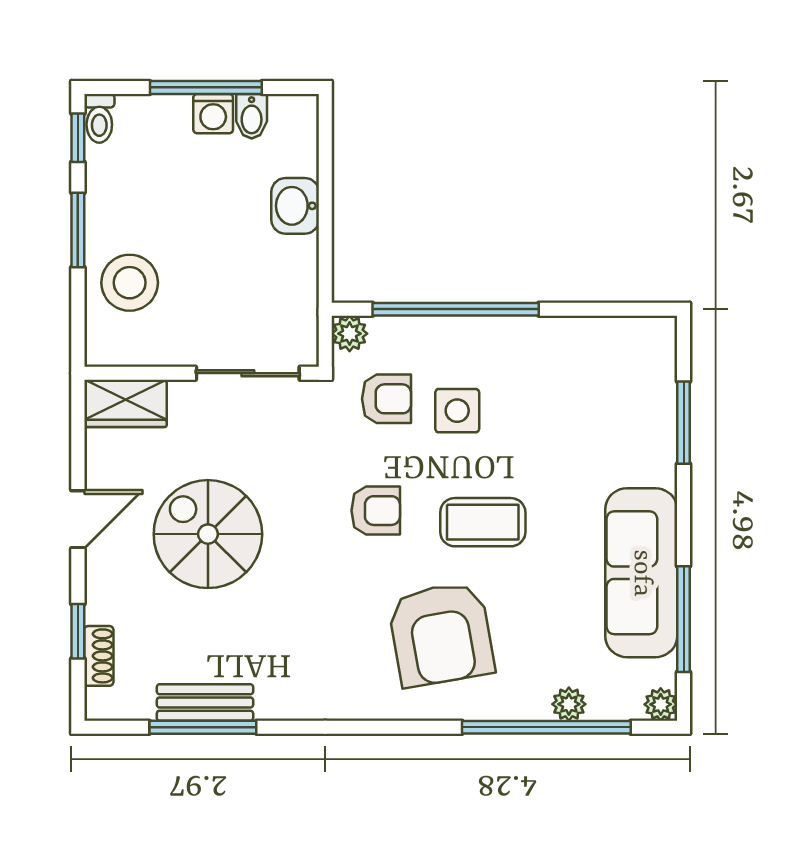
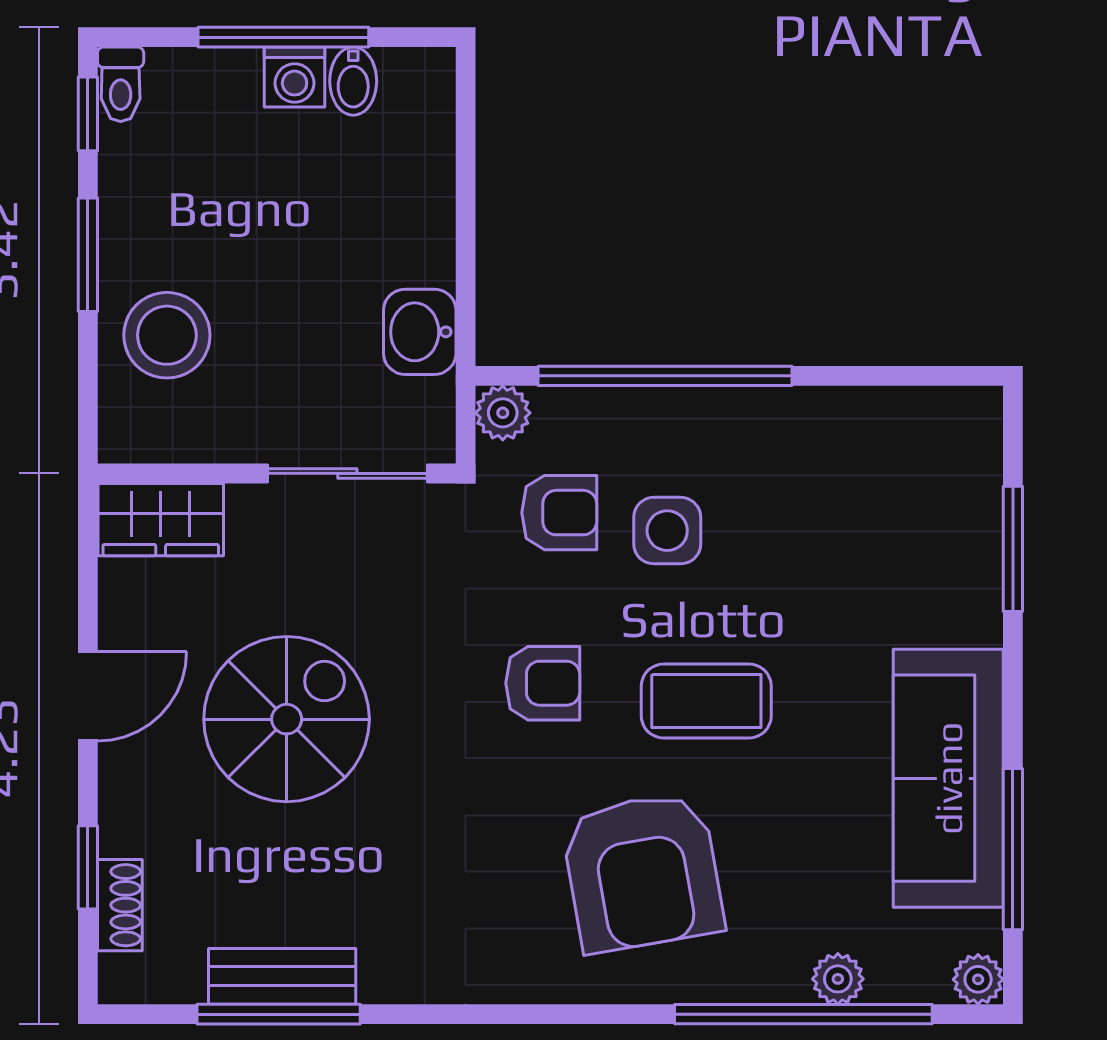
washbasin: (295, 206) -> (420, 332), moved
spiral stairs: (208, 534) -> (287, 719), turned 90

